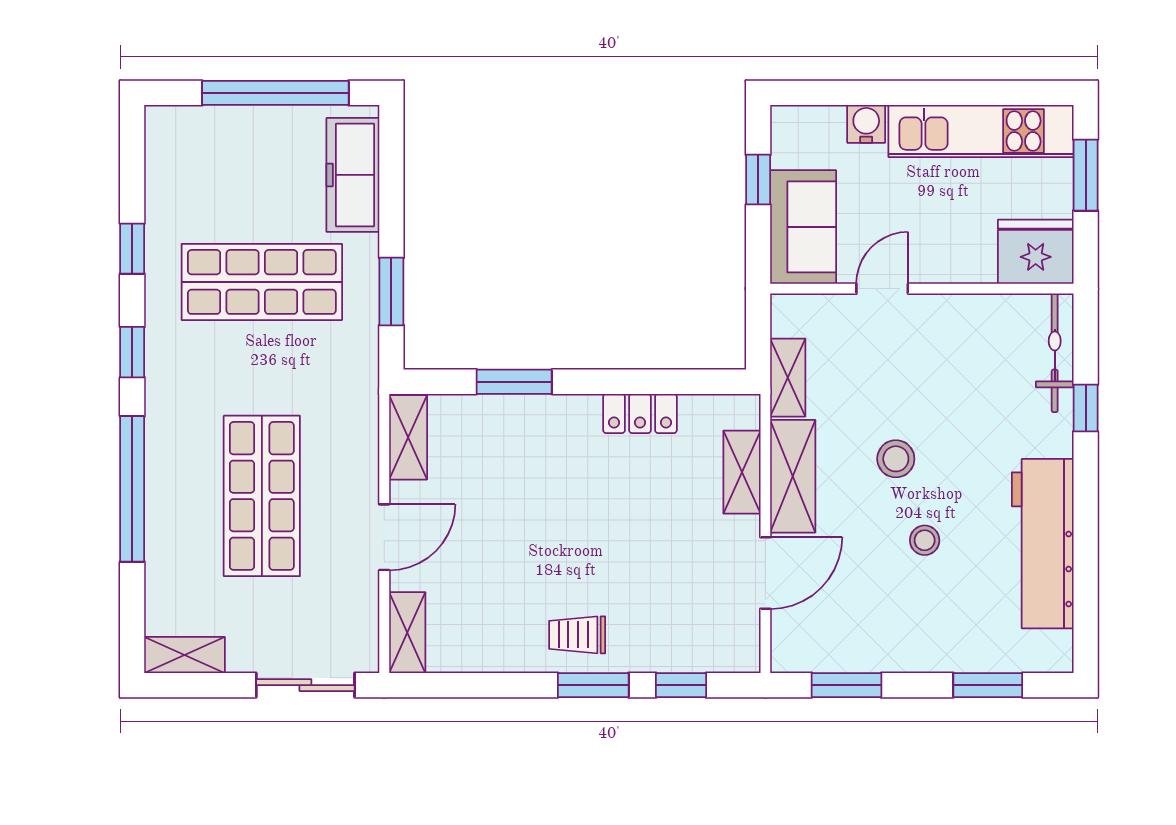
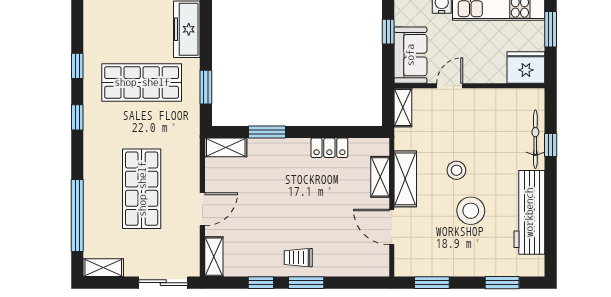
bicycle: (1055, 353) -> (535, 139), moved
shelving: (788, 378) -> (403, 108), moved
shelving: (408, 437) -> (226, 147), moved, turned 90
window: (132, 489) -> (77, 216), moved
stool: (925, 540) -> (471, 211), width x1.89, depth x1.89
door: (765, 573) -> (392, 227), swing flipped
window: (681, 685) -> (261, 283), moved

